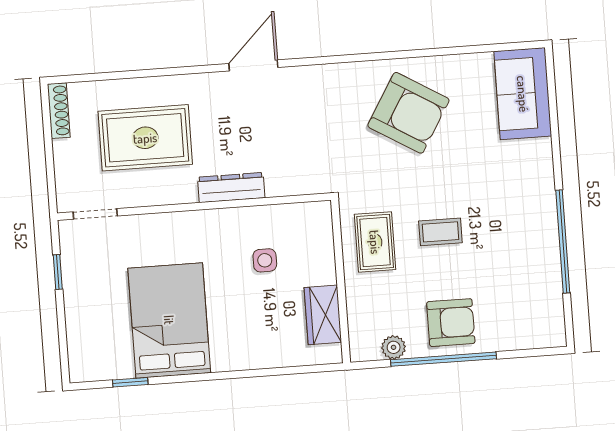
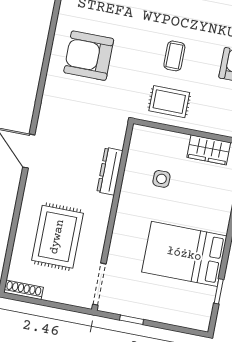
armchair: (408, 113) -> (89, 56), turned -121
dresser: (231, 188) -> (110, 171), moved
doorway: (95, 214) -> (99, 284), width x1.38

